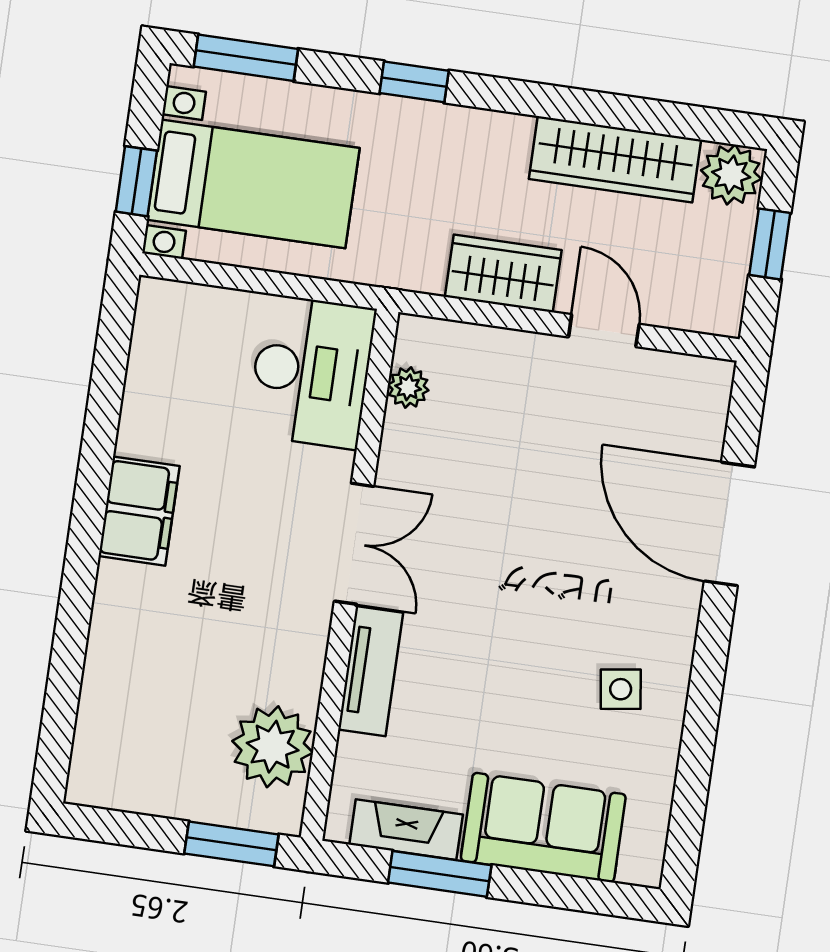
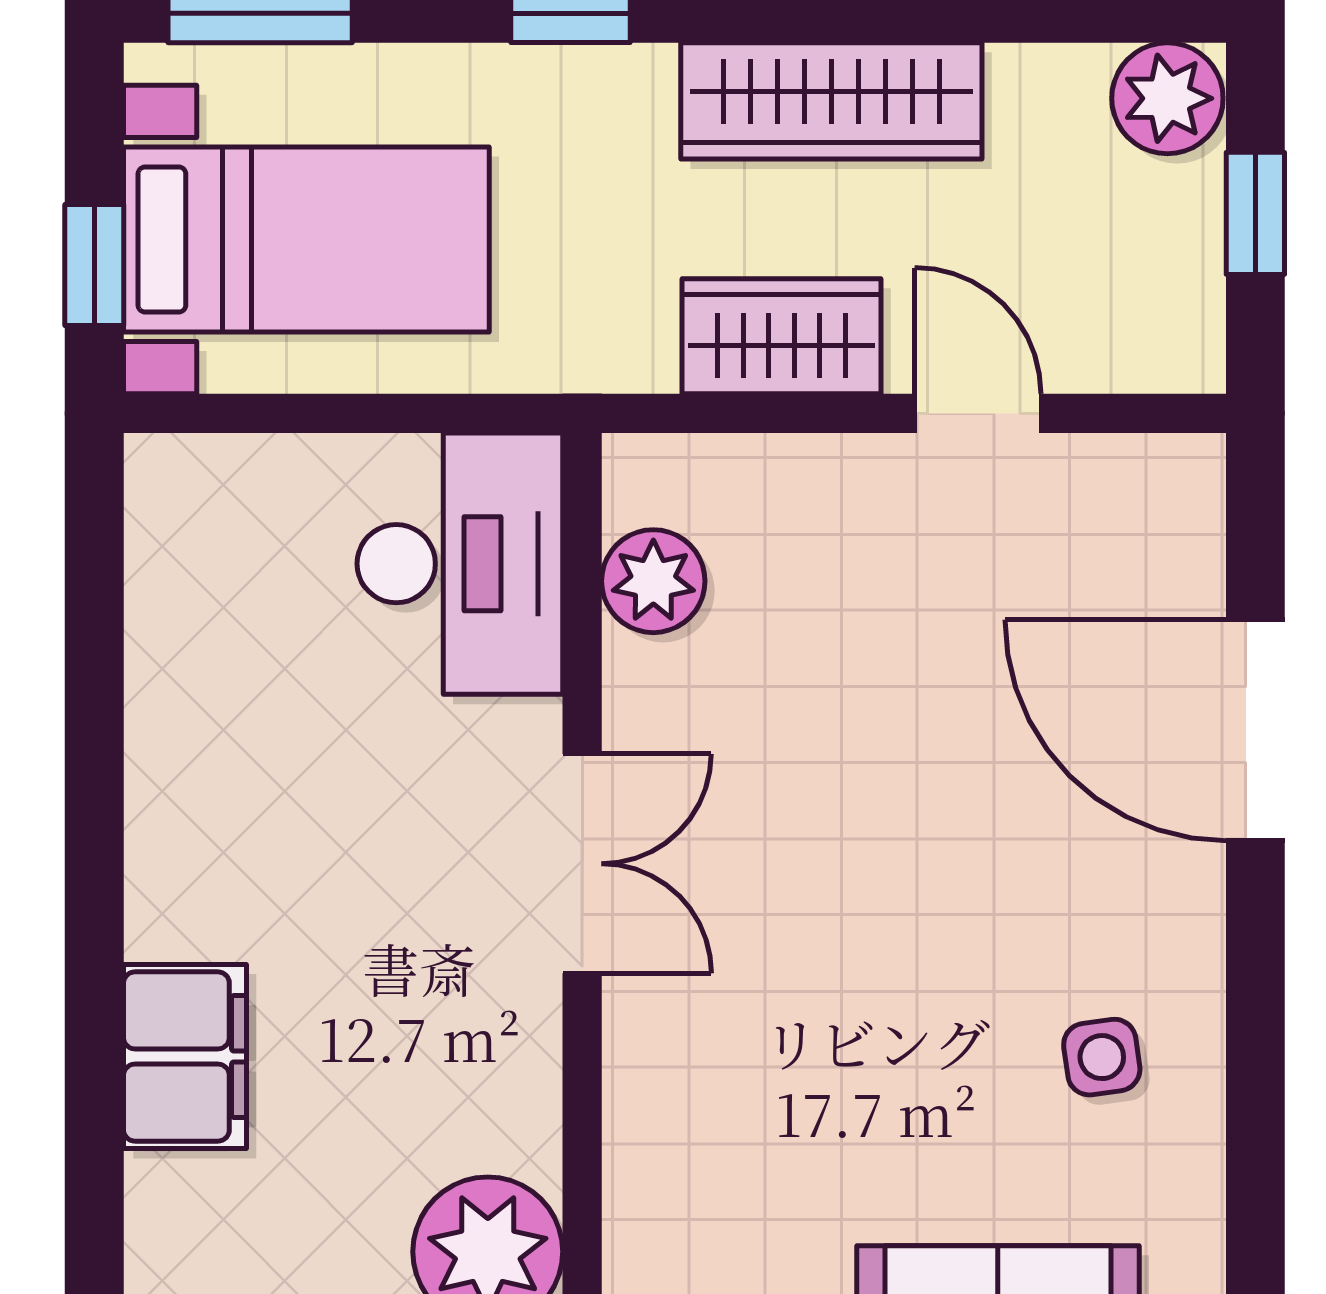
wardrobe: (615, 159) -> (831, 101), moved
plant: (408, 387) -> (653, 581), width x1.38, depth x1.38
filing cabinet: (139, 511) -> (185, 1056), moved
tv unit: (371, 671) -> (645, 1090), removed

